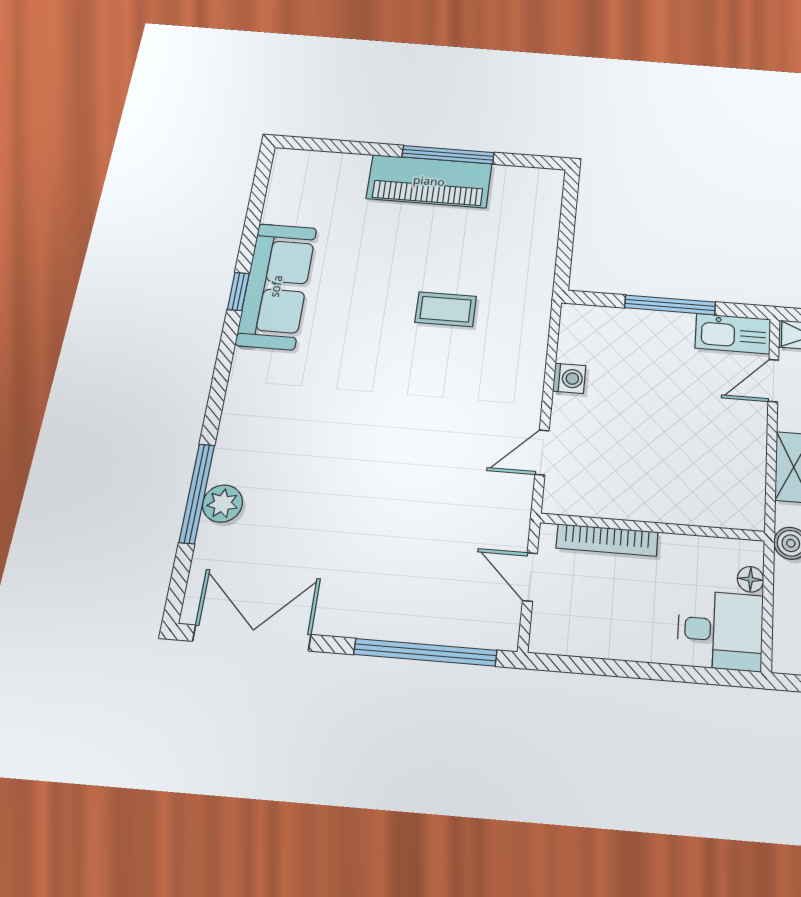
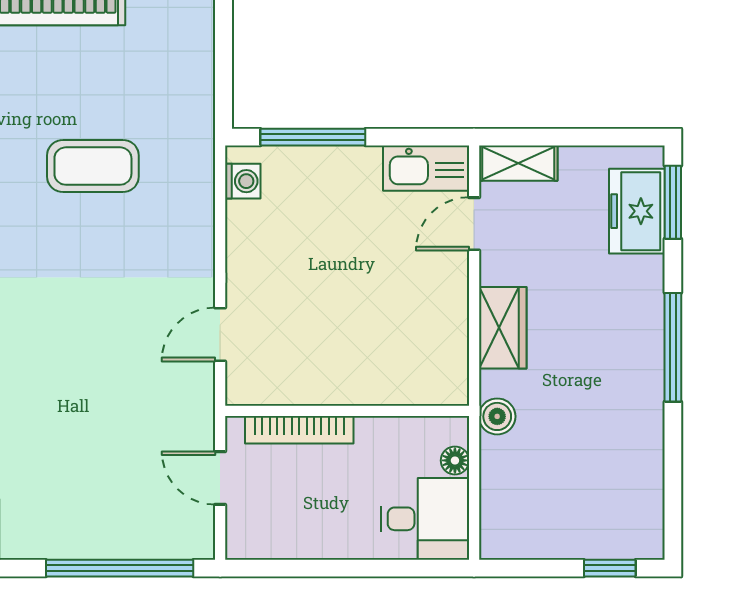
window: (670, 305) -> (313, 137), moved
coffee table: (446, 309) -> (93, 166), width x1.36, depth x1.30
washing machine: (569, 378) -> (243, 181), moved

